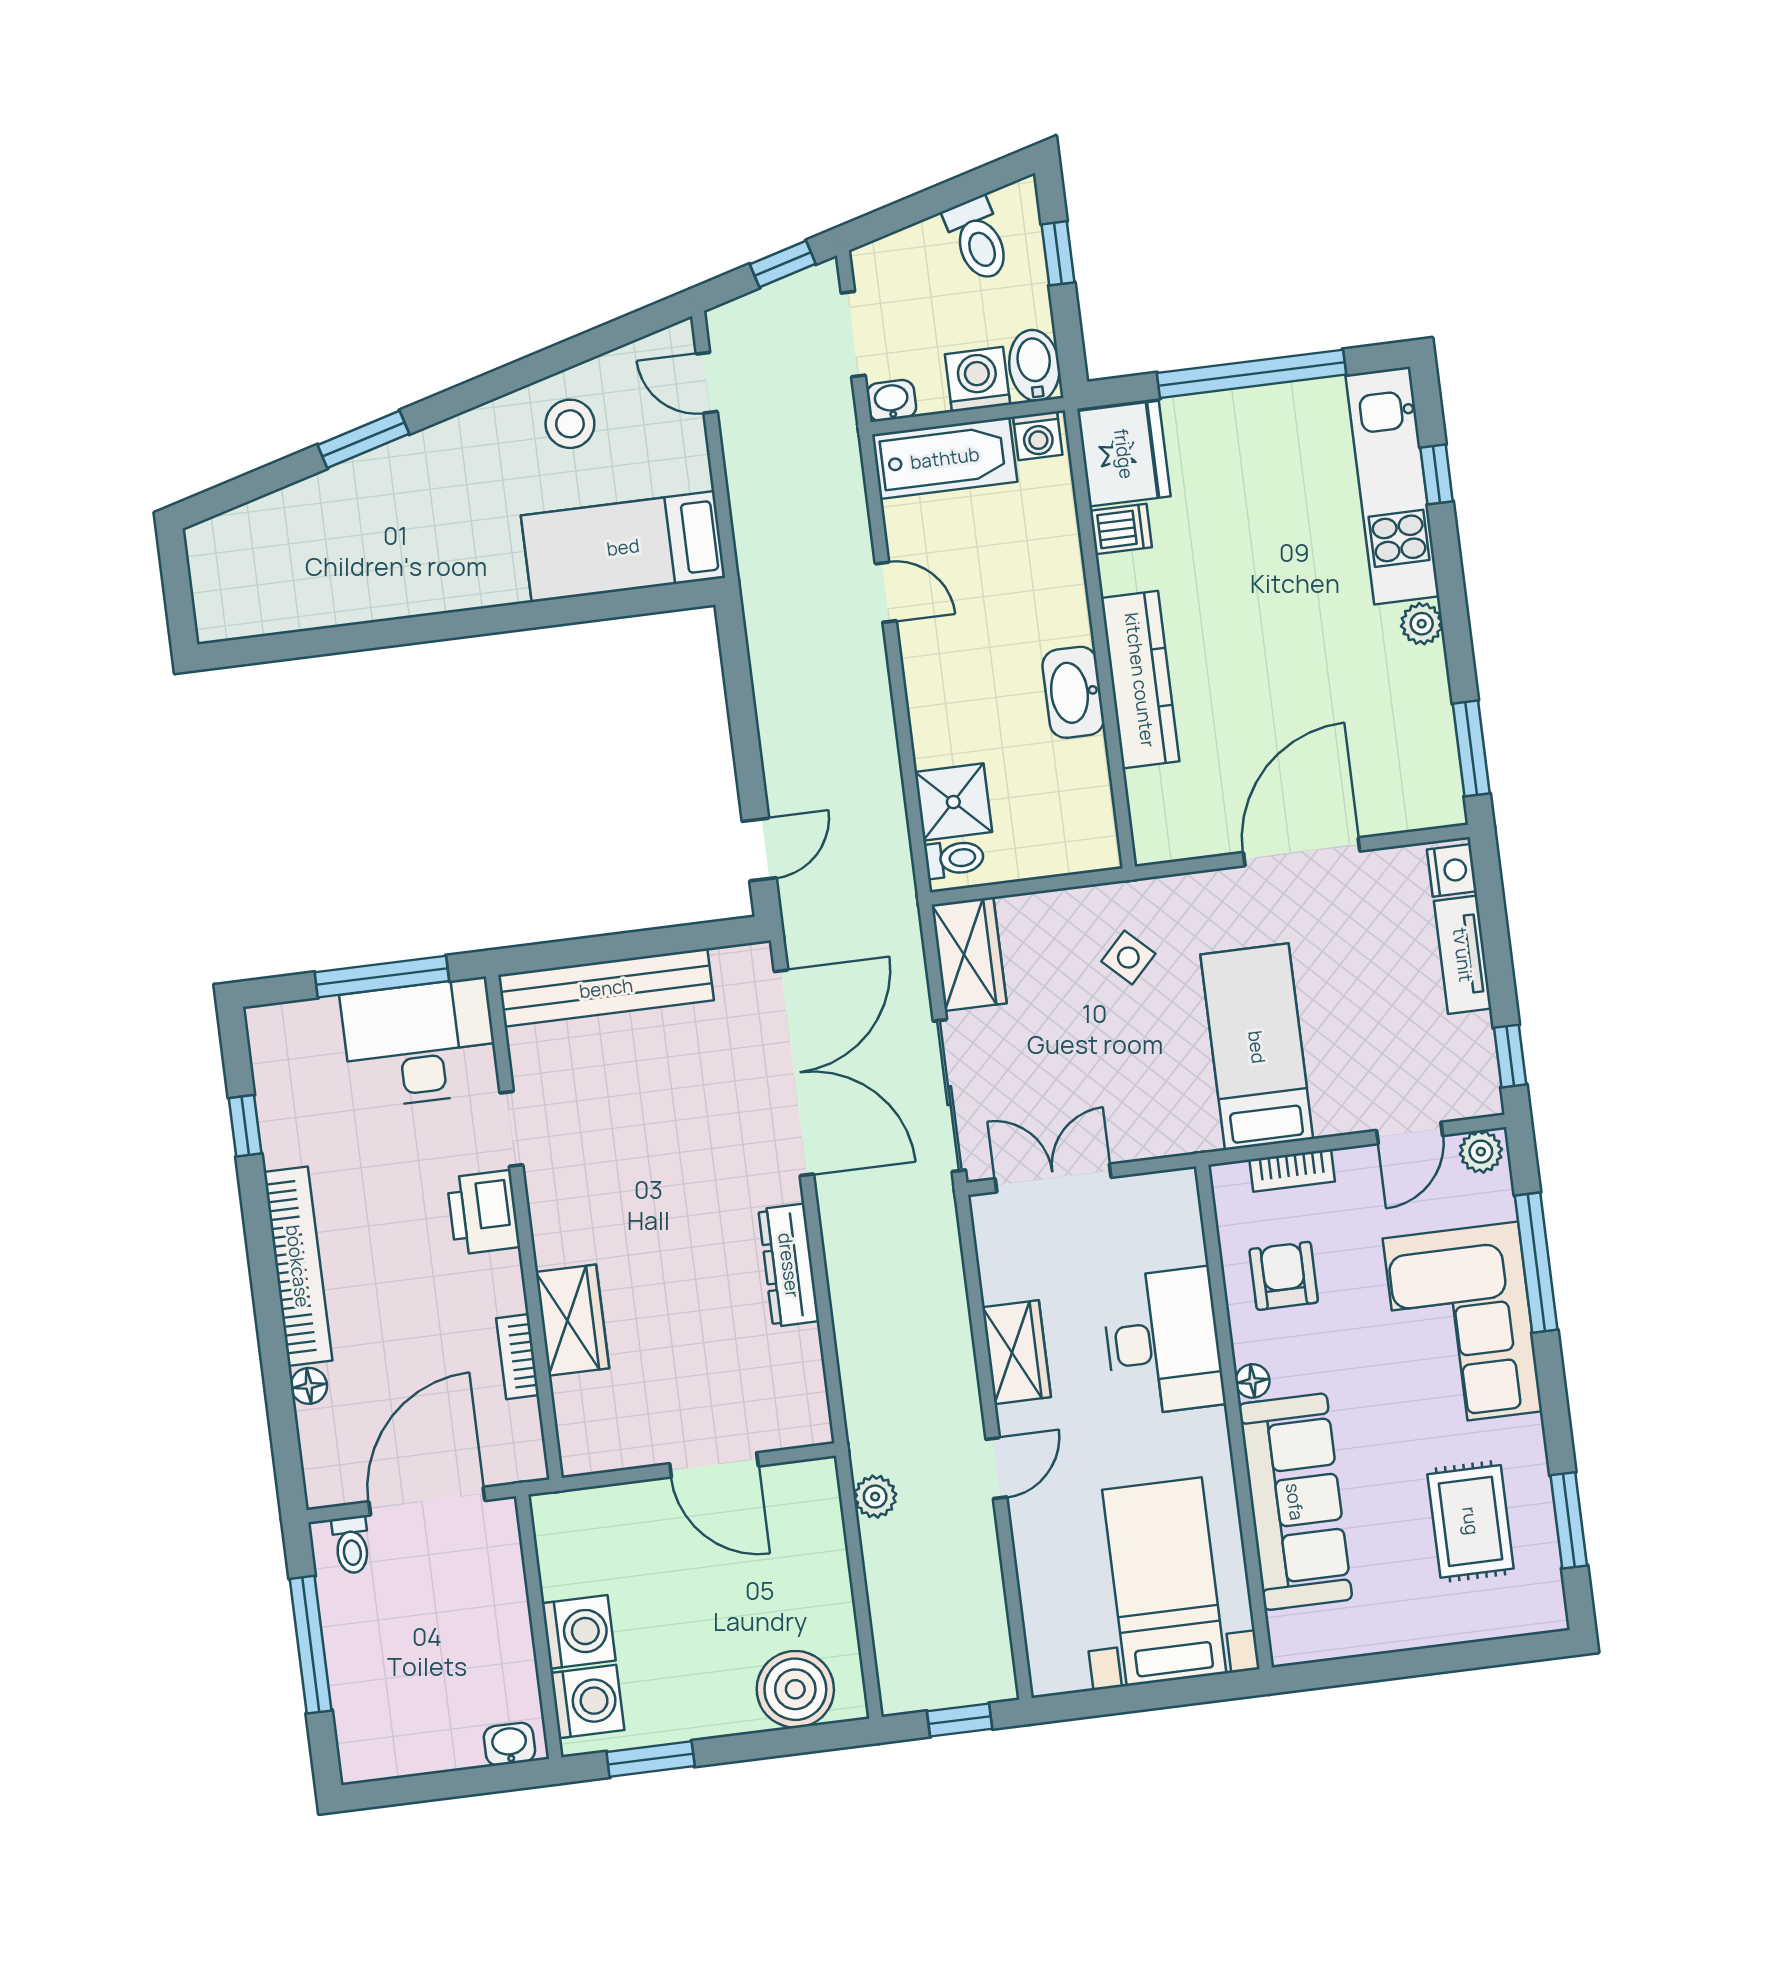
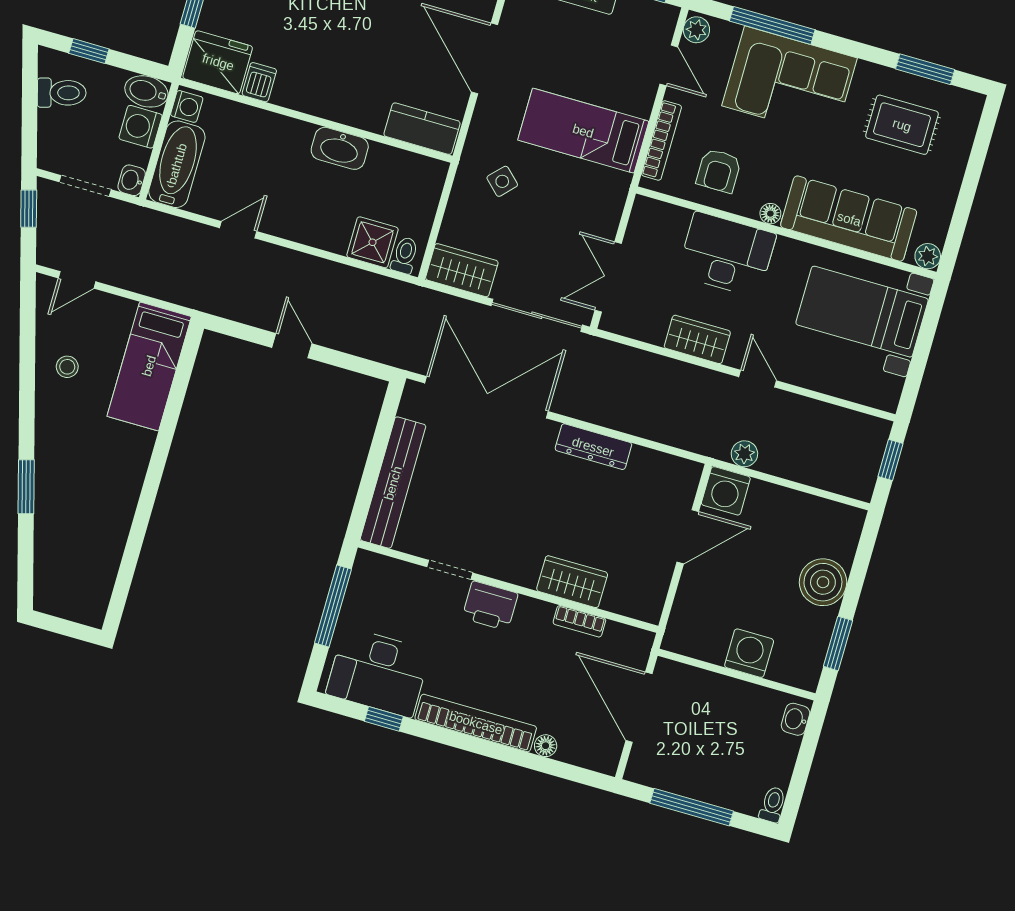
stool: (570, 424) -> (67, 367), width x0.73, depth x0.73
kitchen counter: (1140, 680) -> (422, 129), moved, width x0.67
door: (759, 850) -> (292, 346), moved
desk: (420, 1043) -> (378, 672), moved, turned -90
bookcase: (1292, 1170) -> (662, 140), width x1.56
armchair: (1284, 1276) -> (719, 171), turned -90
toilet: (351, 1545) -> (773, 804), moved, turned -90
plant: (1290, 1645) -> (928, 256), added
boiler: (795, 1689) -> (823, 582), moved
washing machine: (587, 1701) -> (726, 491), moved, turned 180

